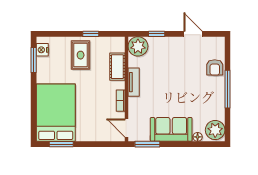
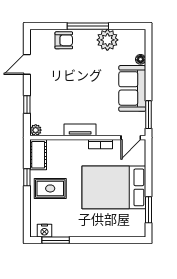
plant: (138, 46) -> (36, 130), width x0.53, depth x0.53
cot: (117, 67) -> (38, 155), moved, turned 90
bed: (56, 113) -> (114, 187), moved
plant: (215, 130) -> (107, 40), moved

